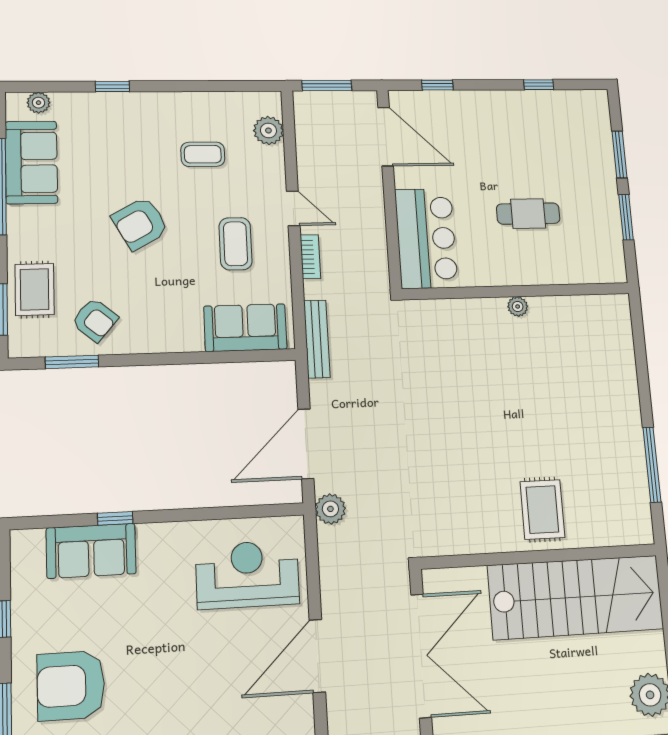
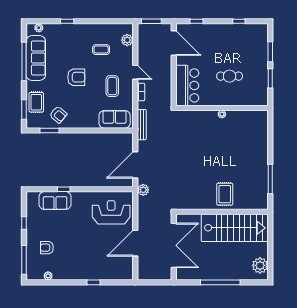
sofa: (31, 162) -> (36, 58), width x1.36
armchair: (140, 224) -> (76, 77), turned -151
armchair: (71, 686) -> (47, 248), width x0.53, depth x0.53

